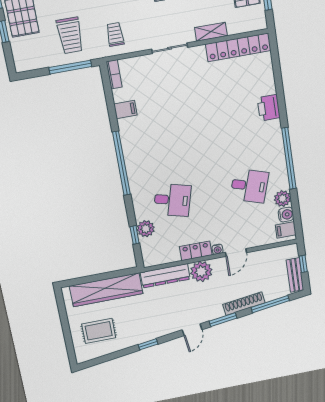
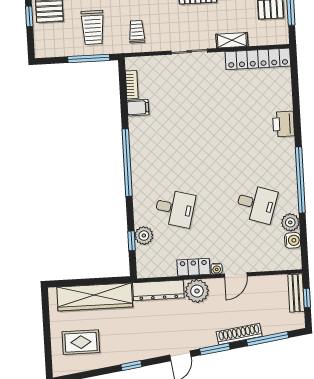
bookcase: (114, 74) -> (132, 85), moved
filing cabinet: (286, 230) -> (291, 257), removed
bench: (295, 275) -> (296, 293), moved

